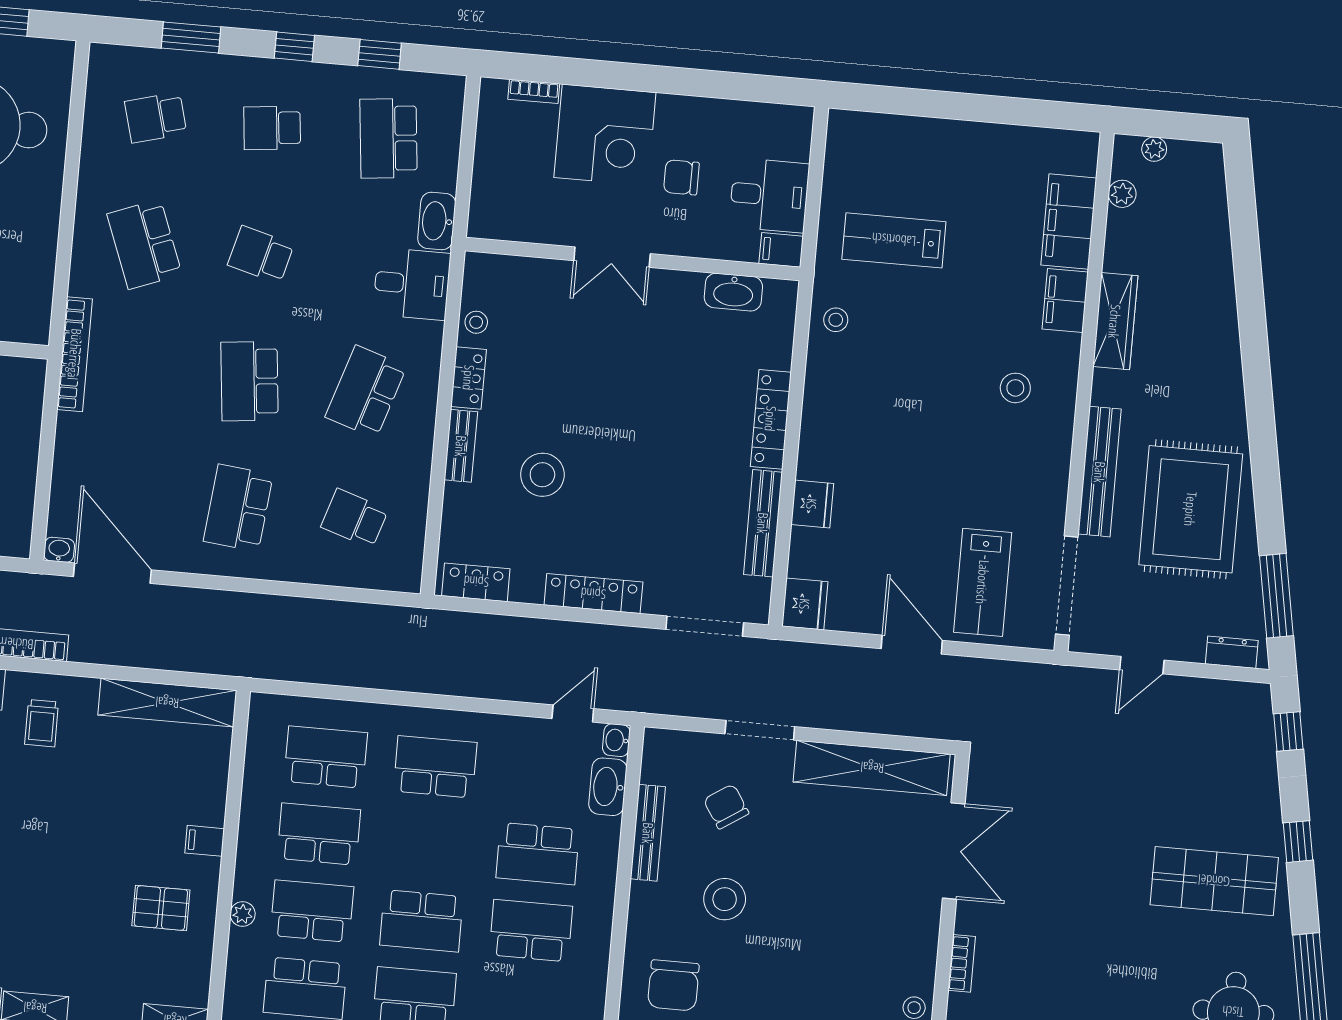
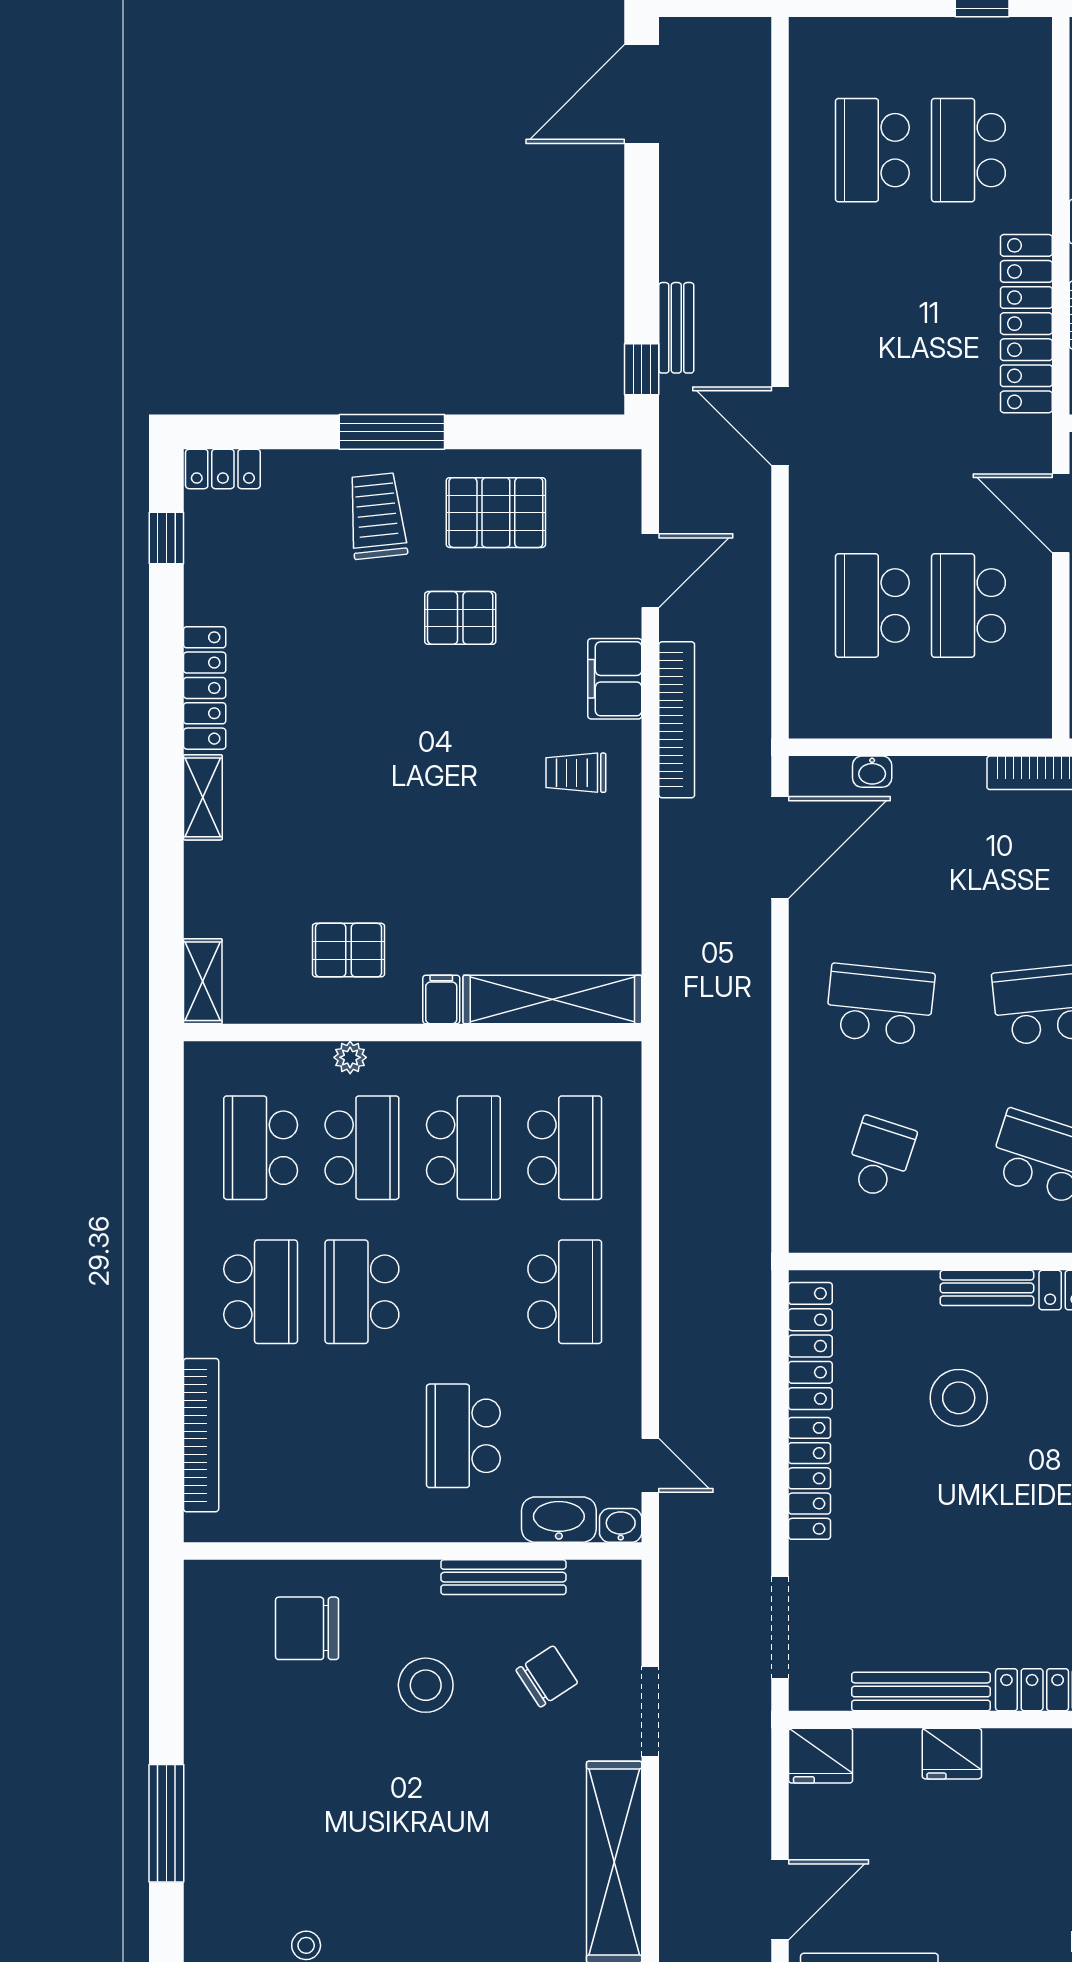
washbasin: (59, 550) -> (872, 772), moved, turned 90
locker: (476, 582) -> (810, 1346), width x1.53
shelving: (167, 703) -> (552, 999), moved, turned 90
pallet: (161, 908) -> (349, 950), turned 90
school desk: (531, 931) -> (362, 1436), removed

